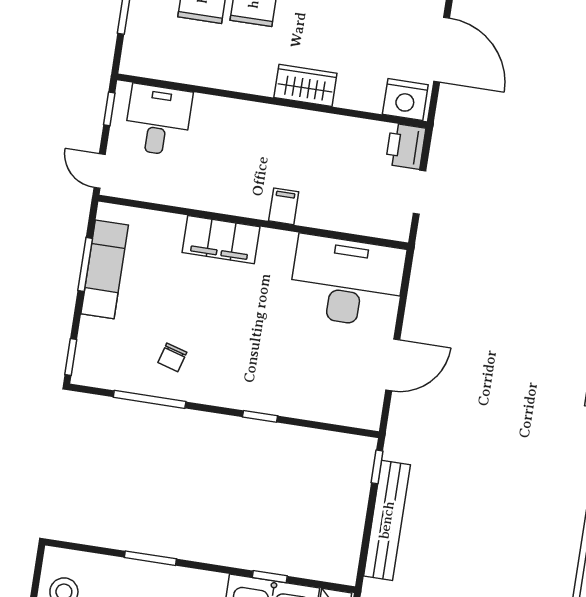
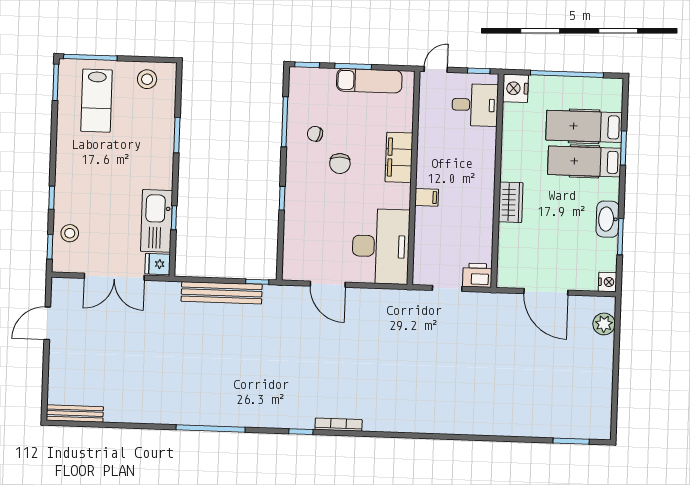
door: (442, 50) -> (546, 292), hinge flipped
nightstand: (405, 100) -> (515, 88), moved
window: (85, 264) -> (353, 66), moved
chair: (220, 326) -> (340, 164), added

